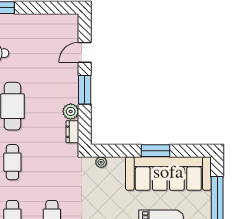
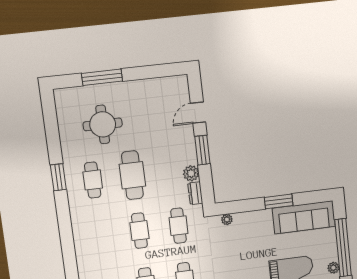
cafe table: (52, 162) -> (179, 226), added
sofa: (168, 173) -> (304, 217), width x0.74, depth x0.79

